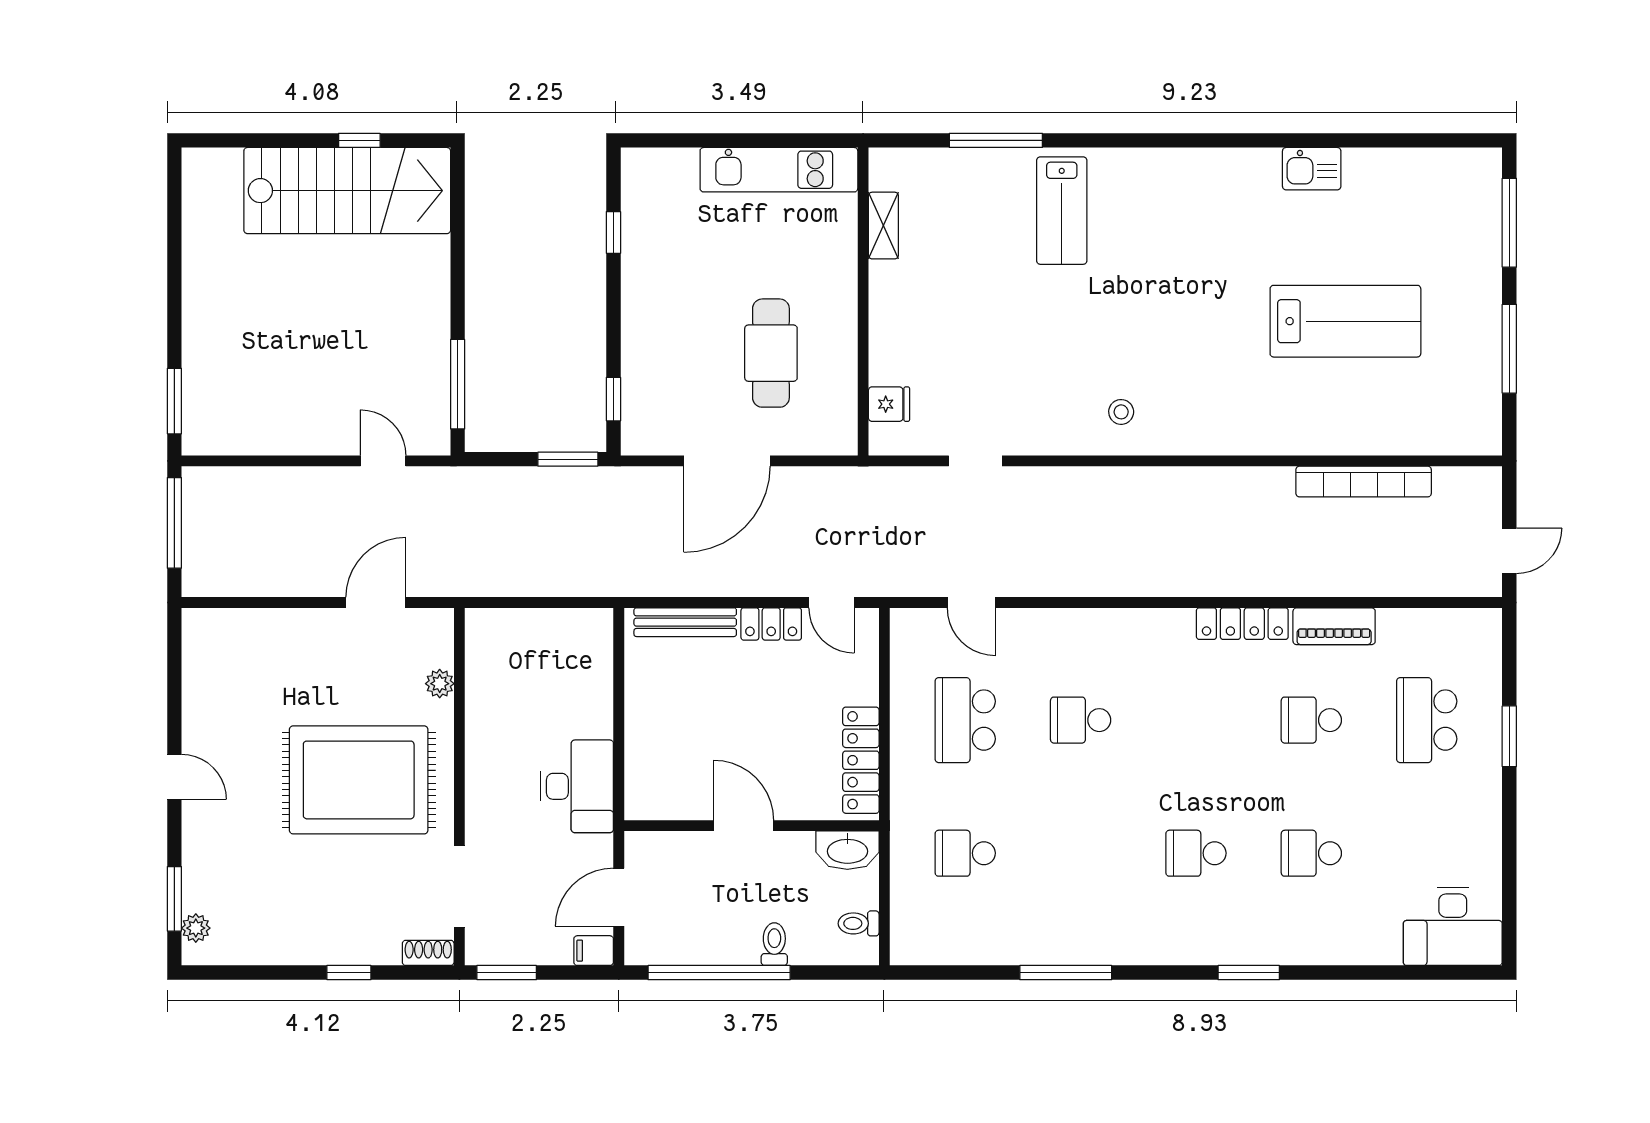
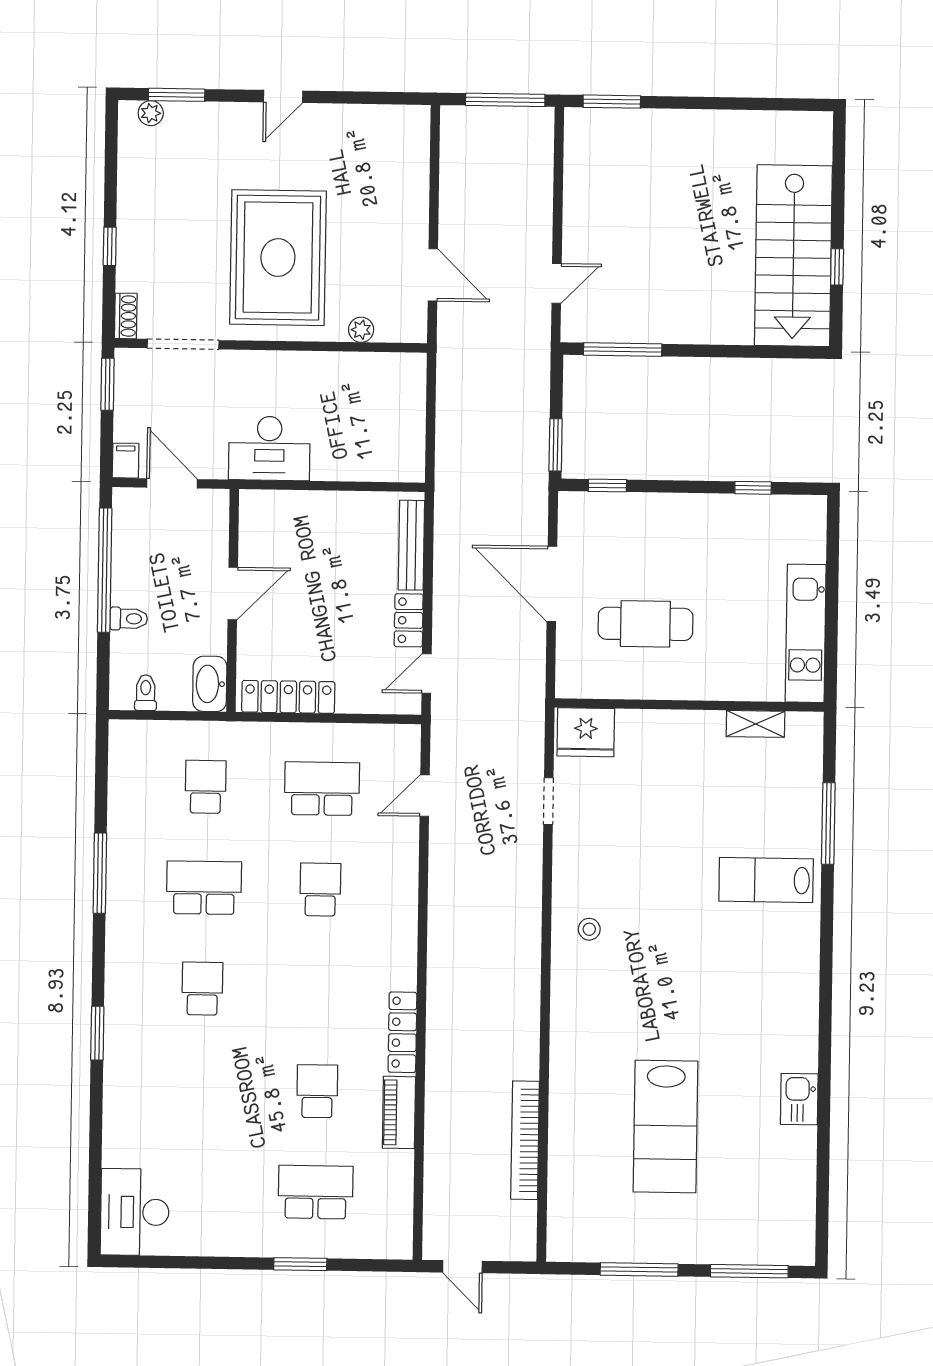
fridge: (889, 404) -> (586, 732), width x1.88, depth x1.34
school desk: (1311, 853) -> (204, 888), moved, width x1.85

